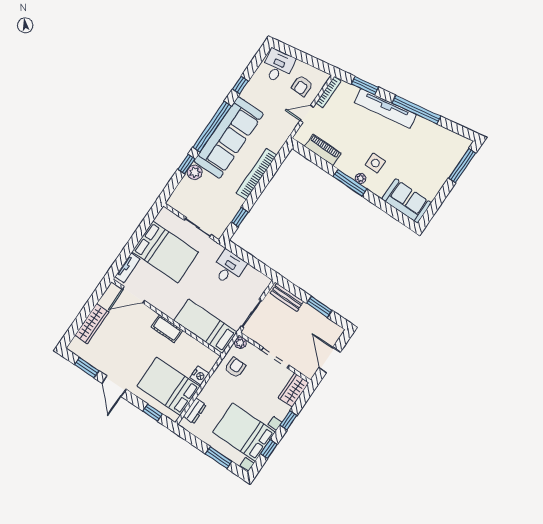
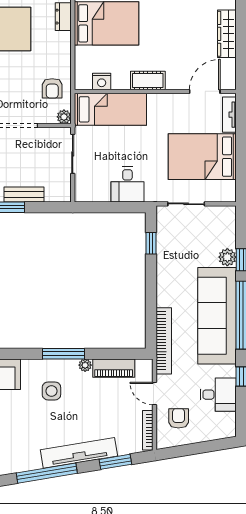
desk: (278, 66) -> (218, 395), moved, turned -81
door: (307, 114) -> (154, 393), swing flipped
bookcase: (257, 174) -> (164, 341), moved
plant: (361, 178) -> (85, 365), moved
bench: (287, 297) -> (24, 195), moved
nightstand: (199, 376) -> (102, 81), moved, turned -90

